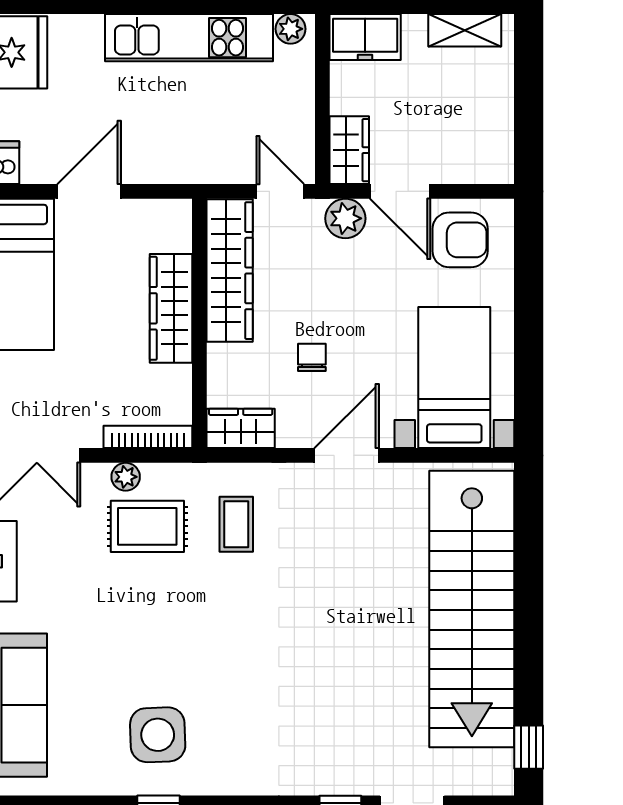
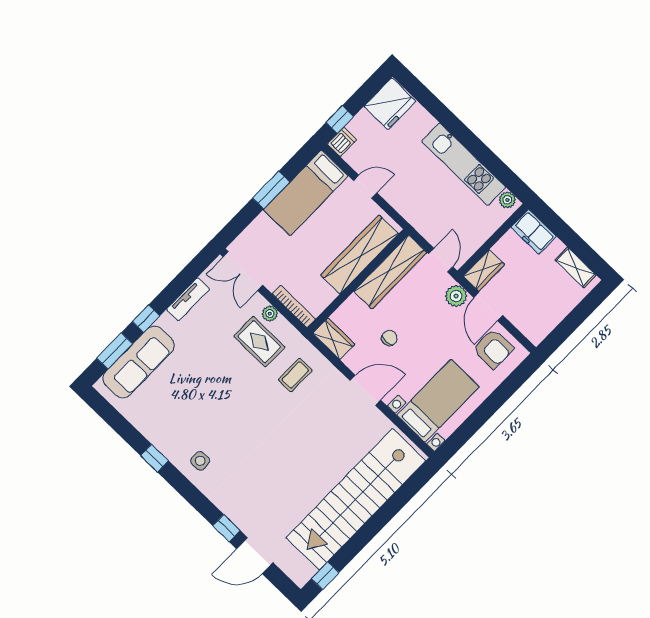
door: (89, 191) -> (365, 187), width x0.73
wardrobe: (171, 308) -> (359, 254), width x1.40, depth x1.17
side table: (158, 735) -> (200, 461), moved, width x0.54, depth x0.54

